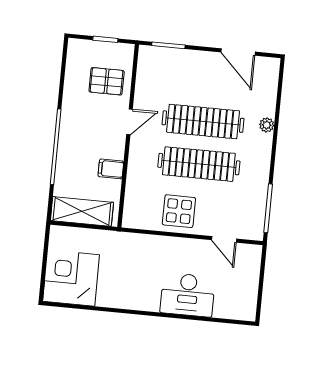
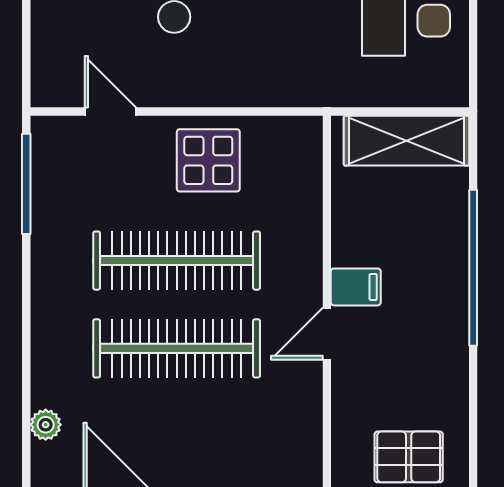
pallet: (107, 81) -> (409, 457), moved
plant: (267, 125) -> (46, 425), moved
filing cabinet: (111, 169) -> (356, 287), moved

